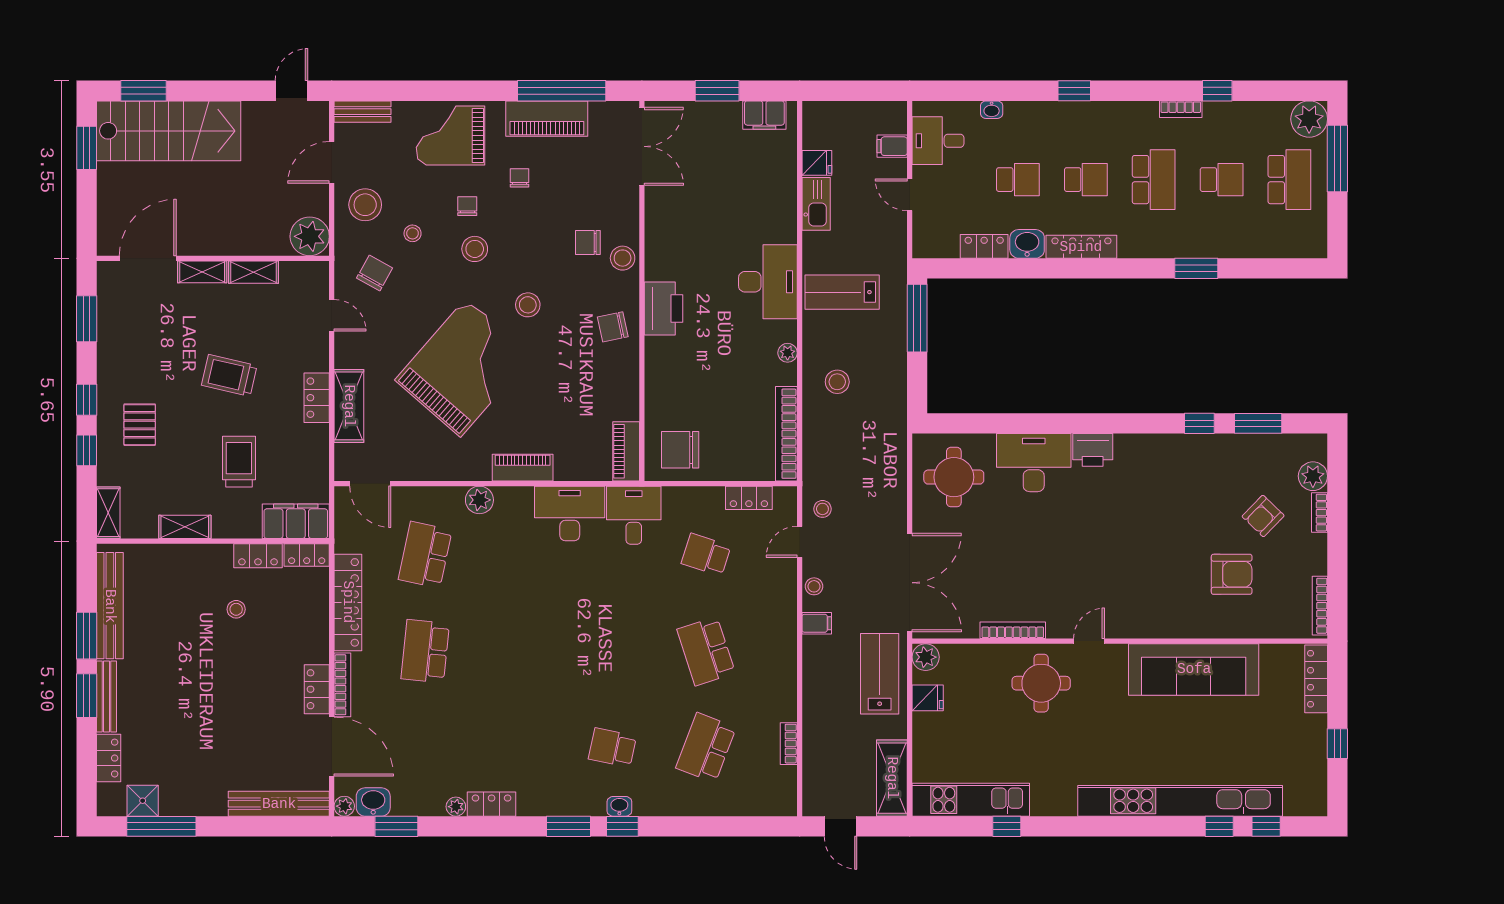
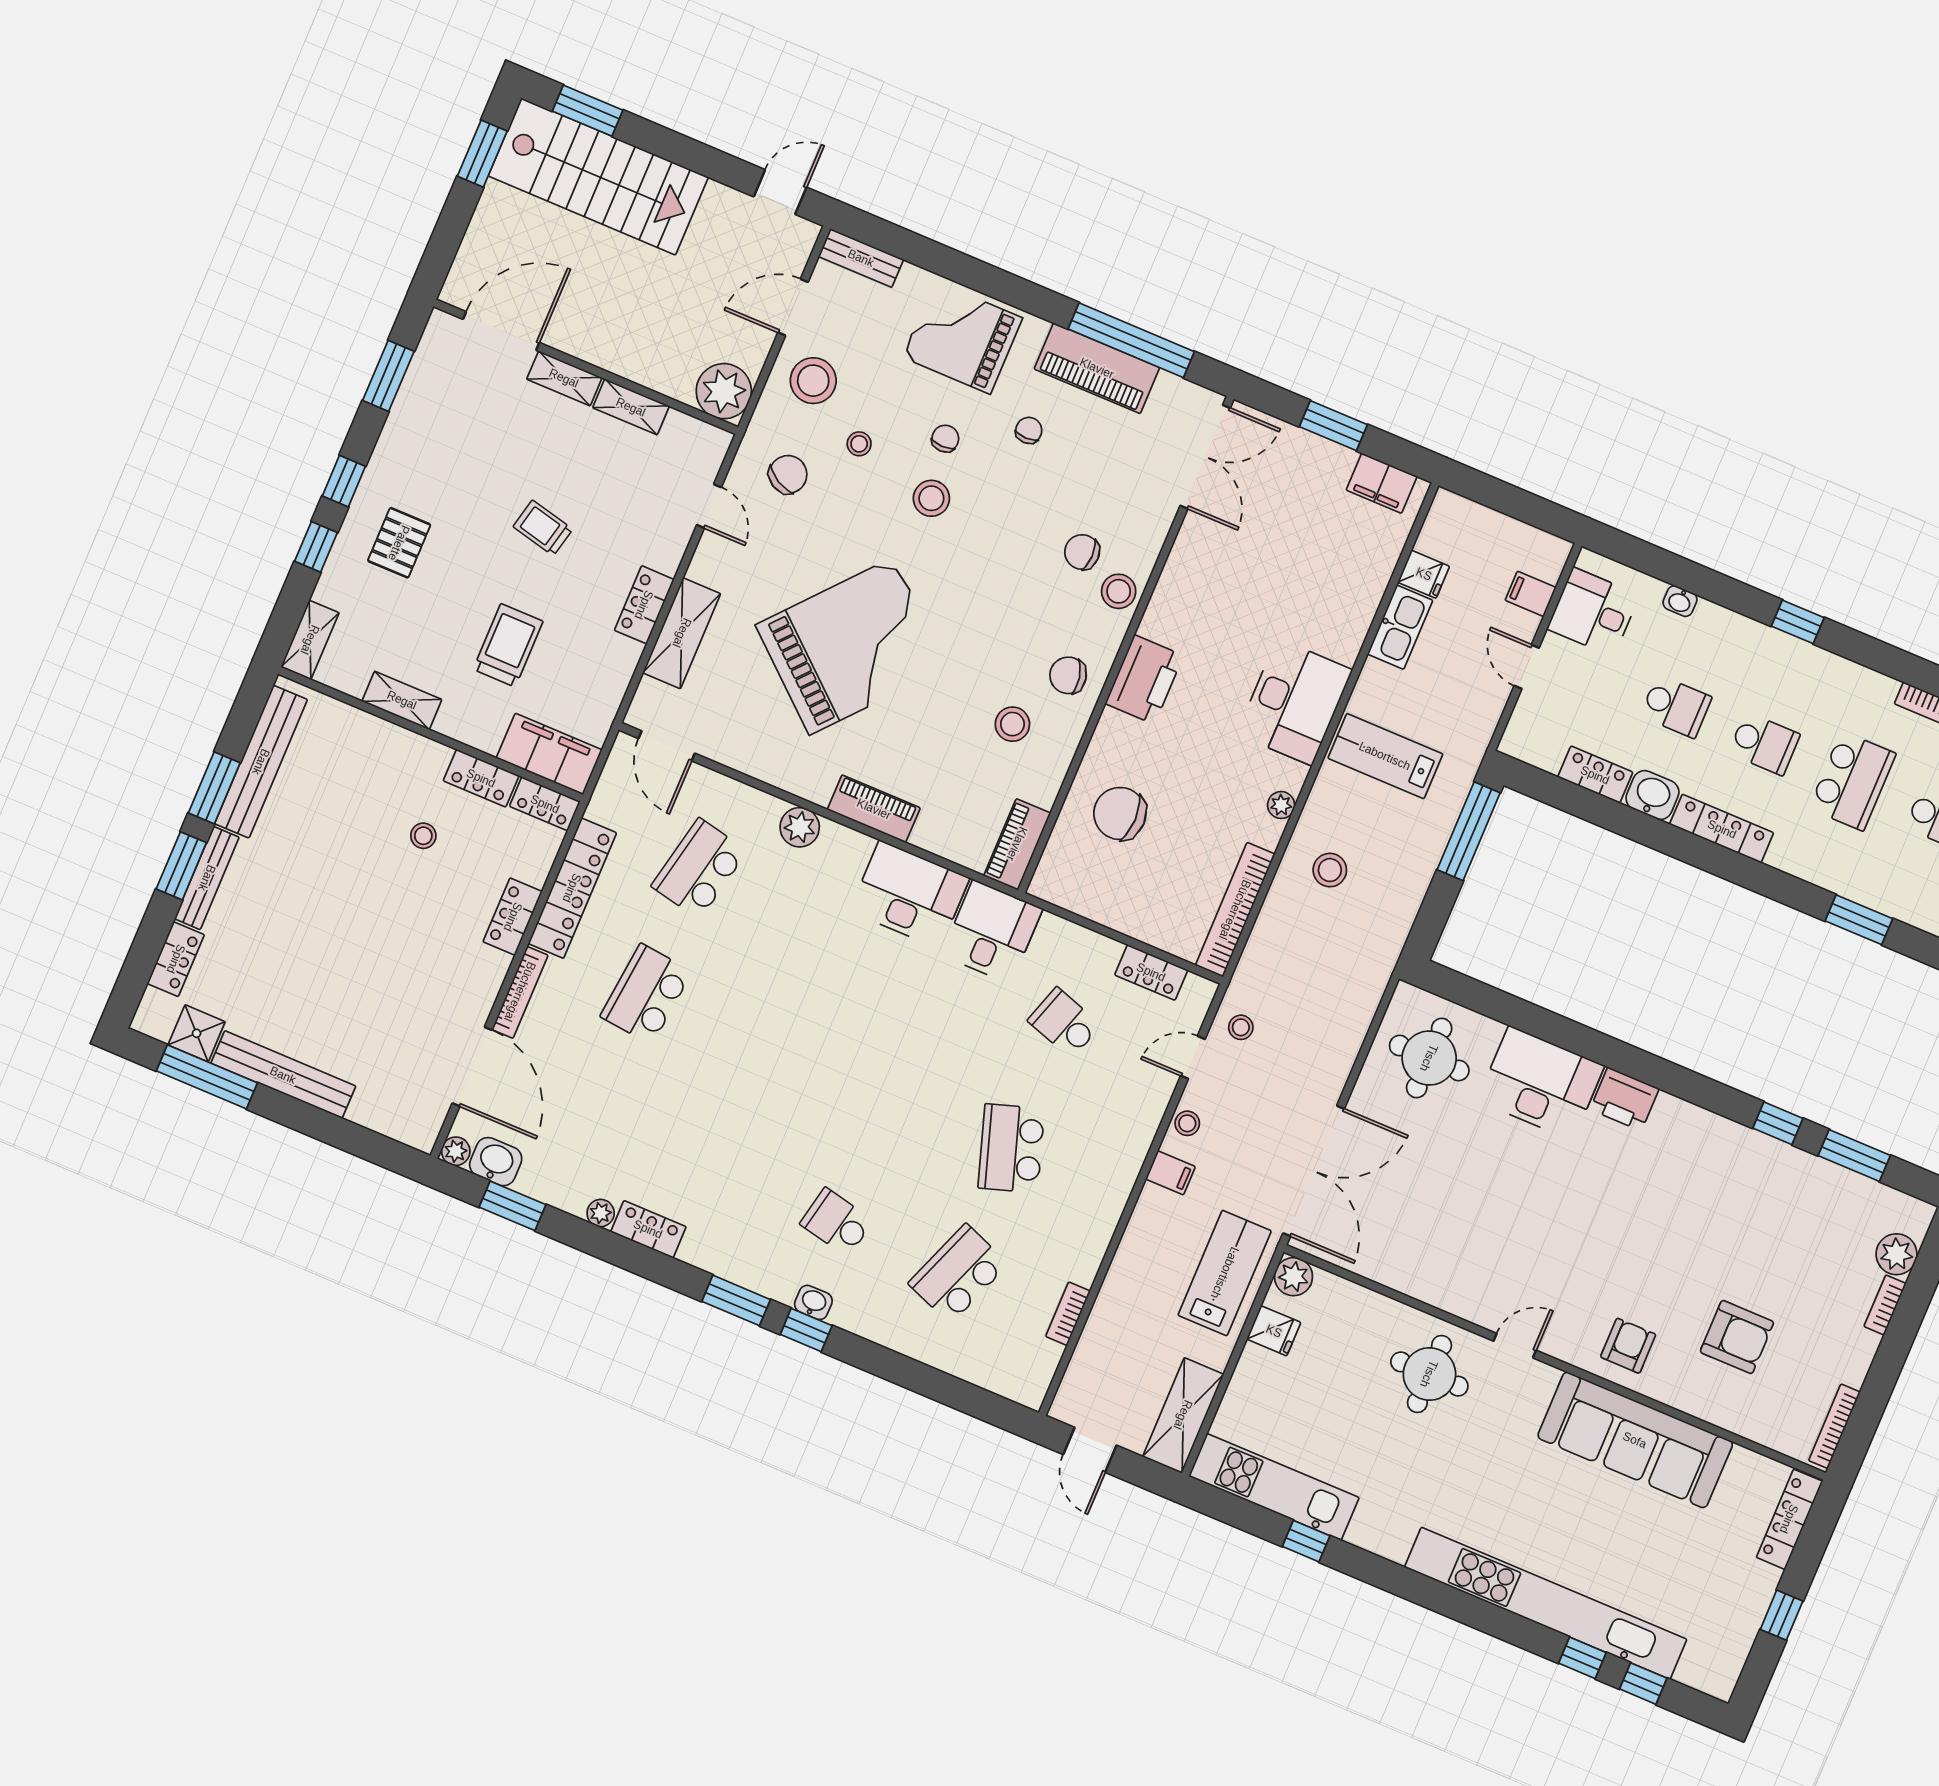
stool: (528, 305) -> (1012, 724), moved
trolley: (229, 375) -> (543, 528), width x0.73, depth x0.72
chair: (680, 450) -> (1120, 813), moved
armchair: (1263, 516) -> (1628, 1346), moved, turned 136
bookcase: (1013, 630) -> (1422, 1290), removed
locker: (317, 689) -> (513, 917), moved
bench: (279, 804) -> (283, 1075), moved

